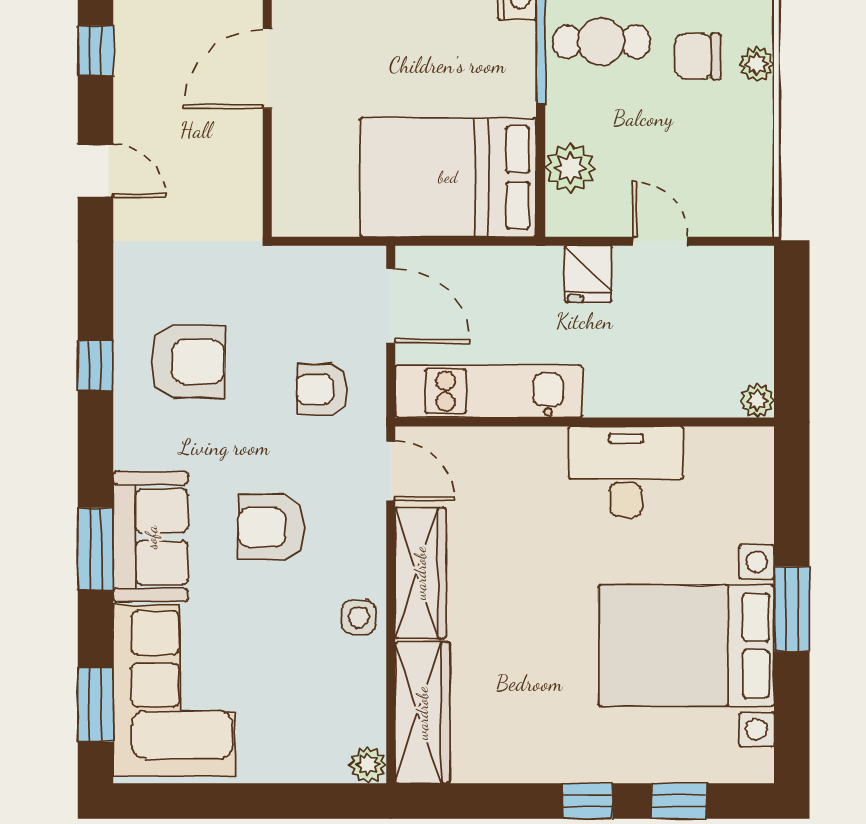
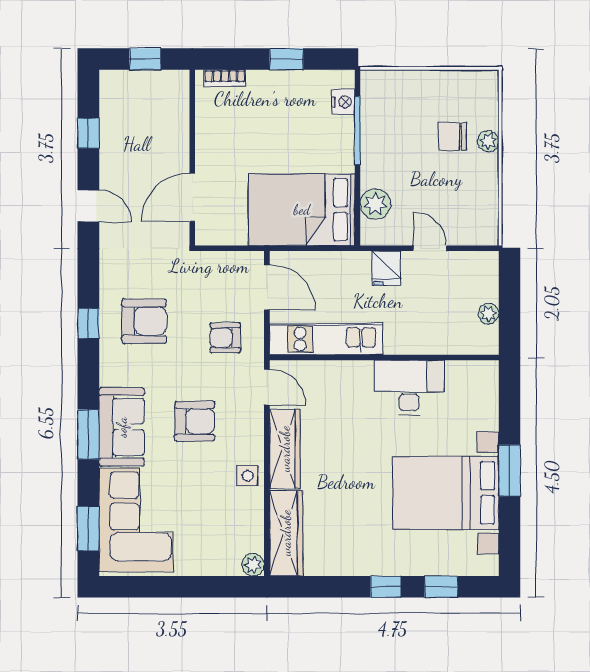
cafe table: (601, 42) -> (394, 128), removed
door: (267, 69) -> (192, 197), moved
plant: (757, 400) -> (488, 314), moved
armchair: (271, 527) -> (195, 421), turned 180

